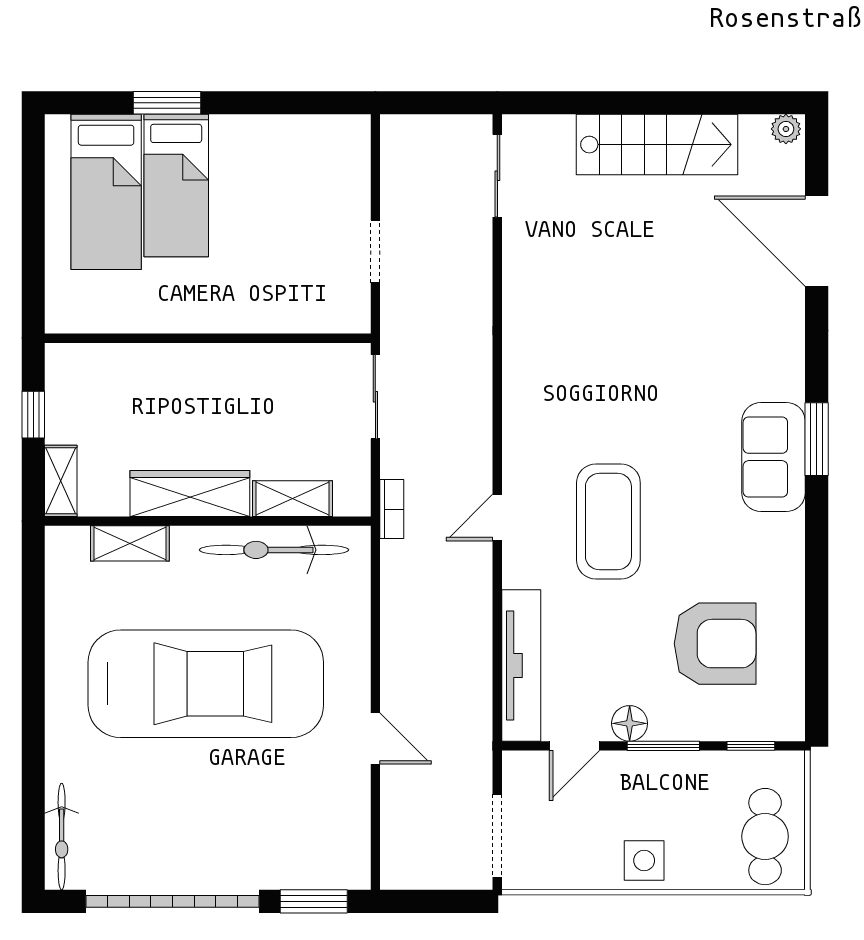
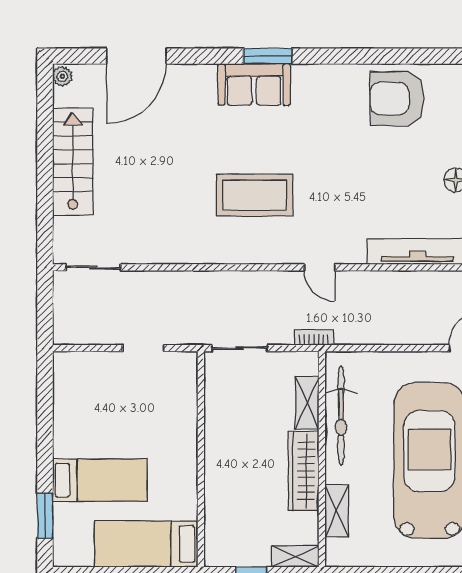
window: (167, 103) -> (45, 516), moved
bed: (106, 192) -> (146, 544), moved, turned 180
sofa: (774, 457) -> (254, 85), moved
coffee table: (608, 521) -> (255, 195), moved
armchair: (715, 644) -> (397, 99), moved, turned -90

